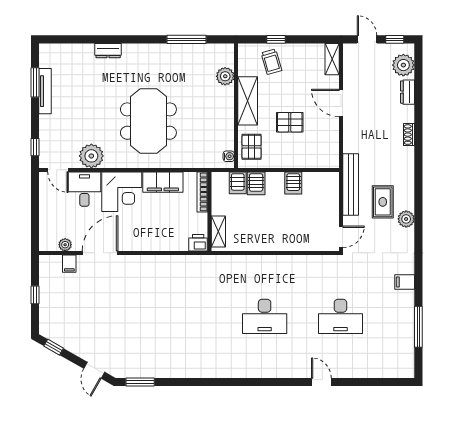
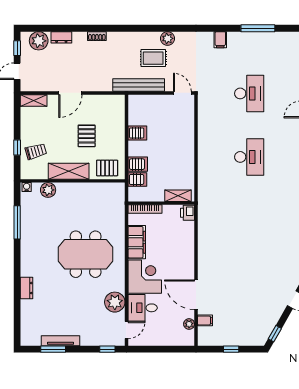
water cooler: (229, 156) -> (27, 187), moved

